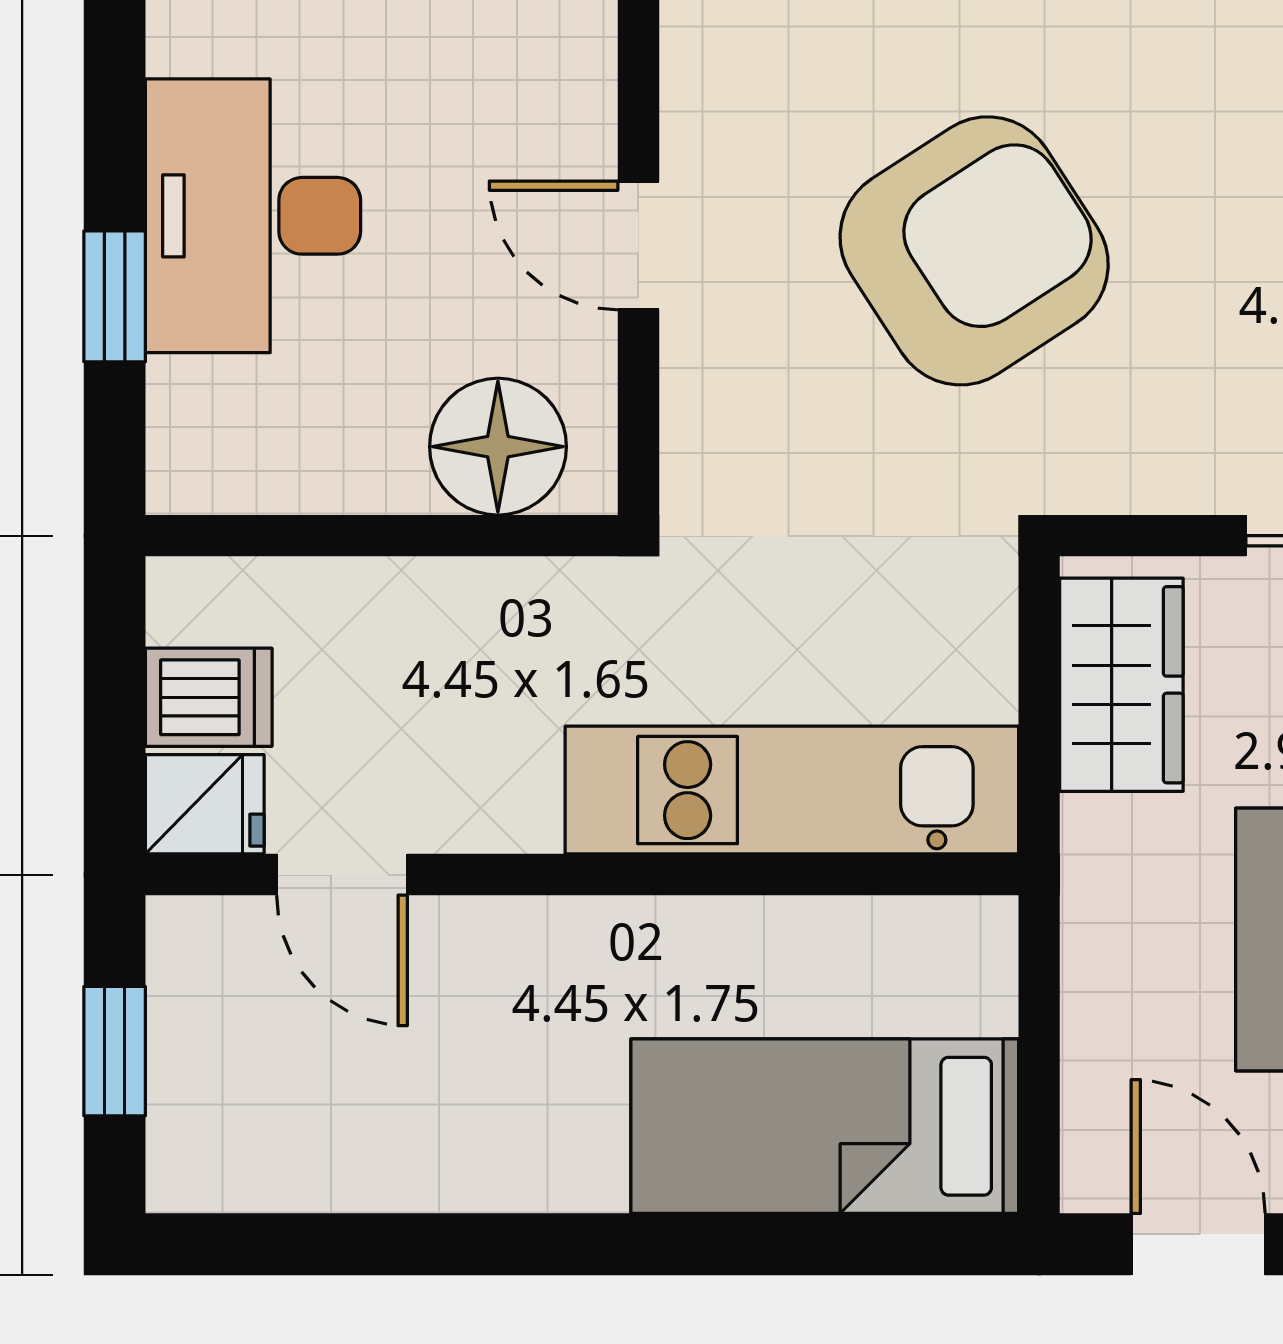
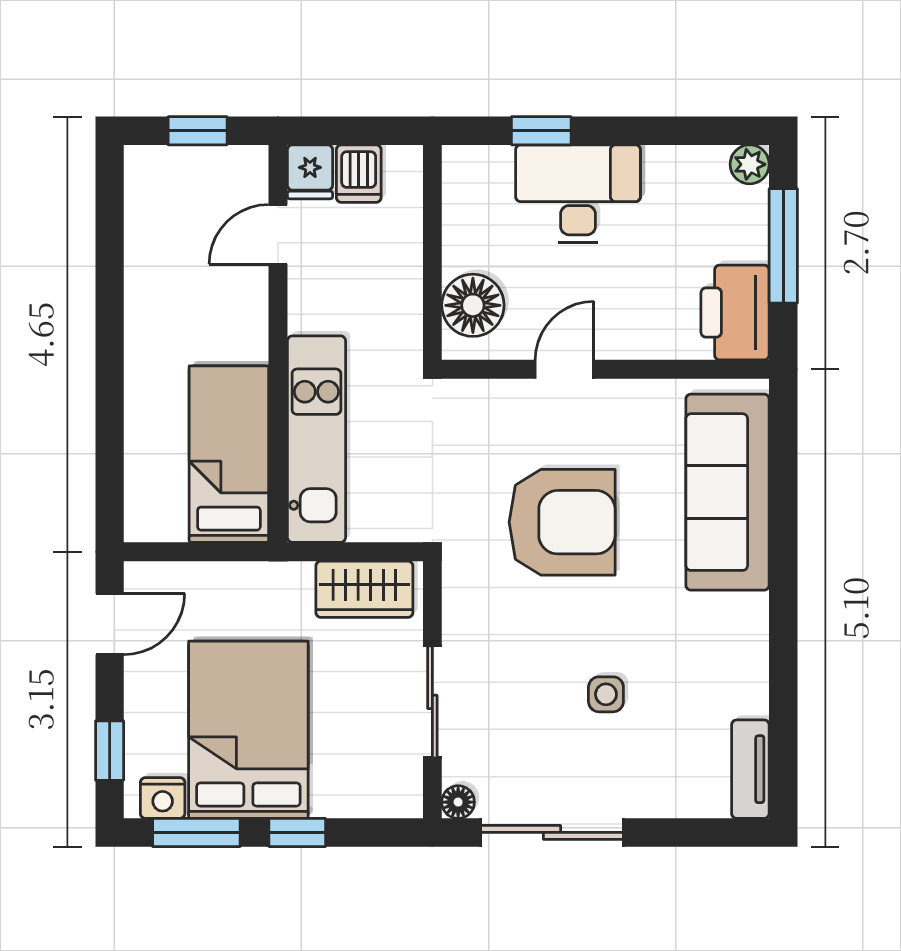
armchair: (974, 251) -> (562, 522), turned -57
bed: (825, 1126) -> (229, 454), moved

